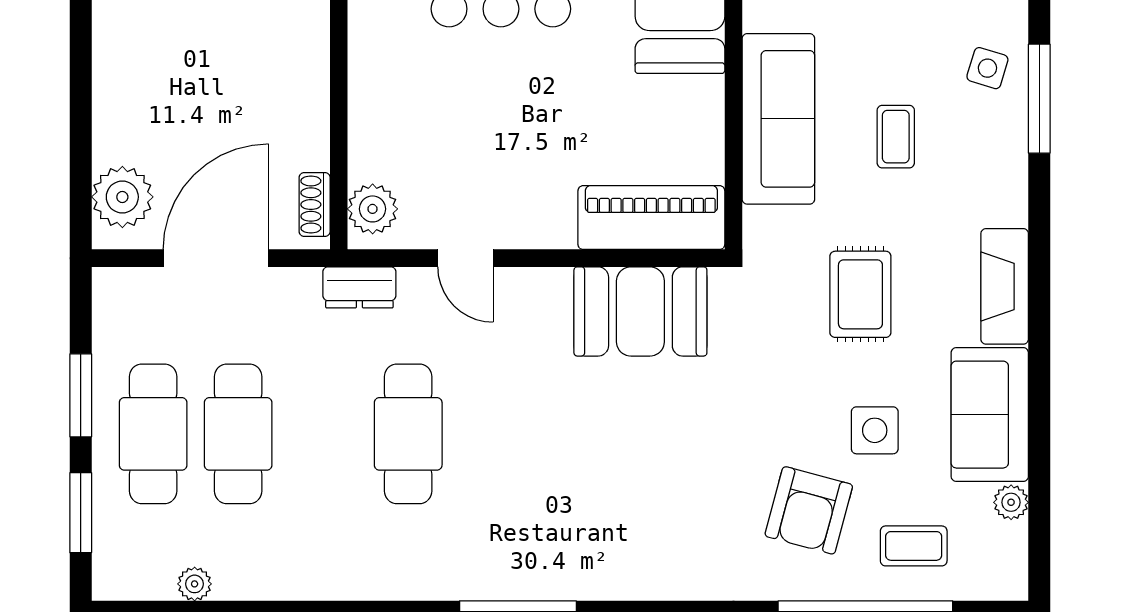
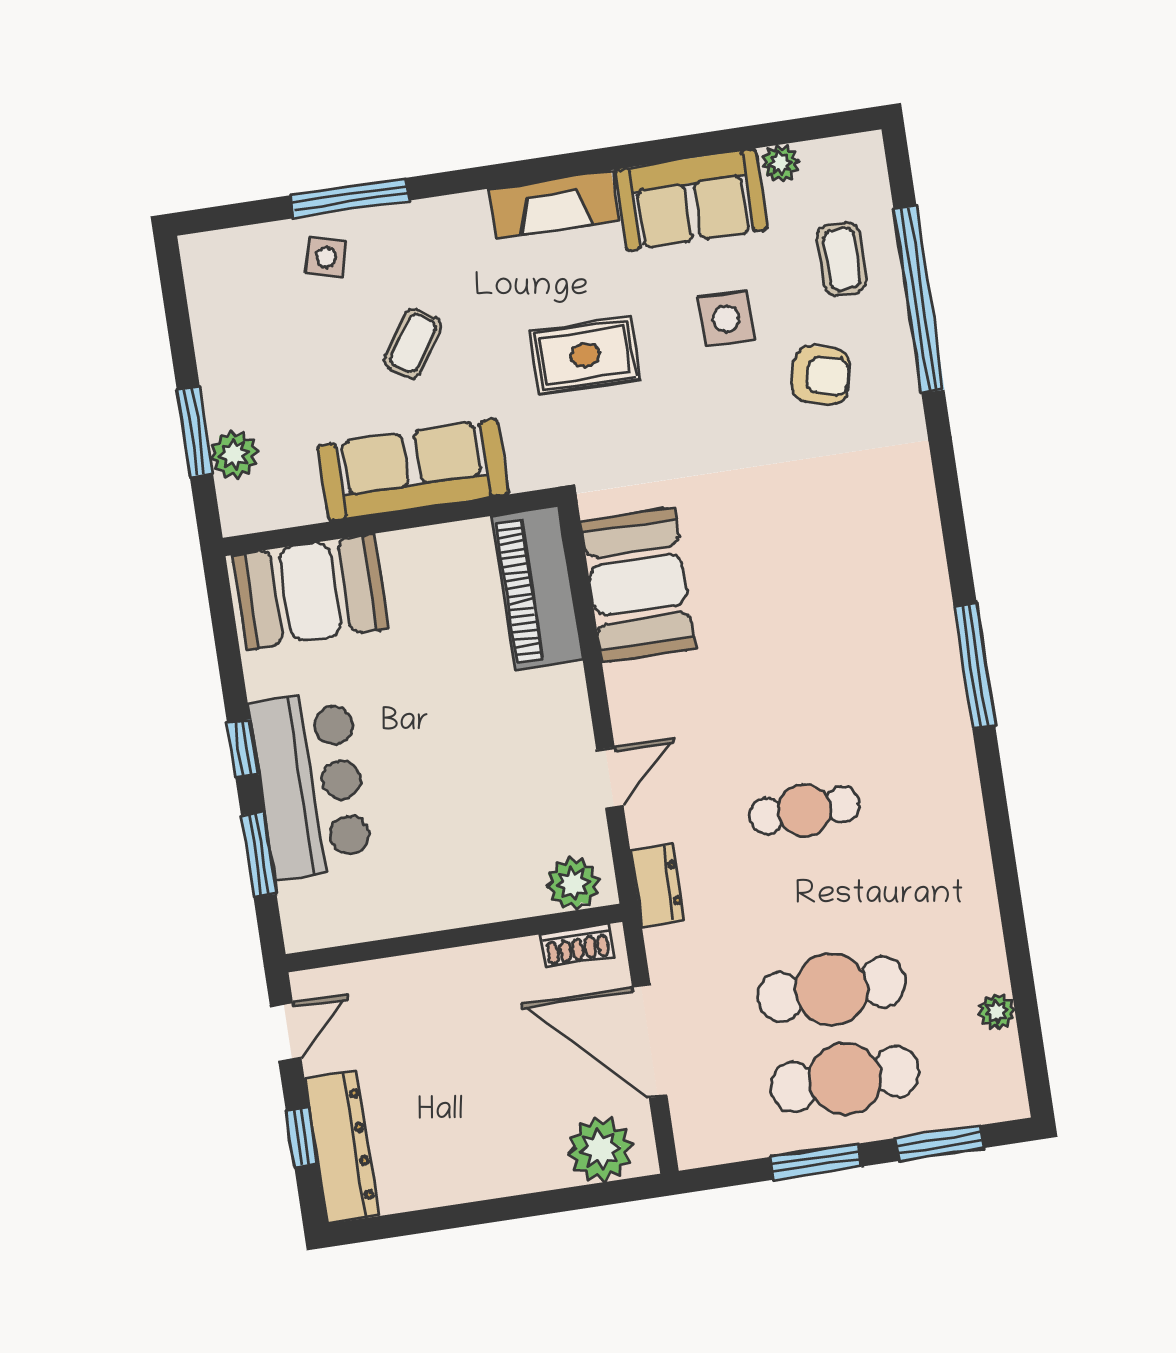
coffee table: (896, 137) -> (413, 343), turned -56
cafe table: (408, 434) -> (804, 810), width x0.73, depth x0.74
armchair: (809, 510) -> (821, 375), width x0.72, depth x0.72

